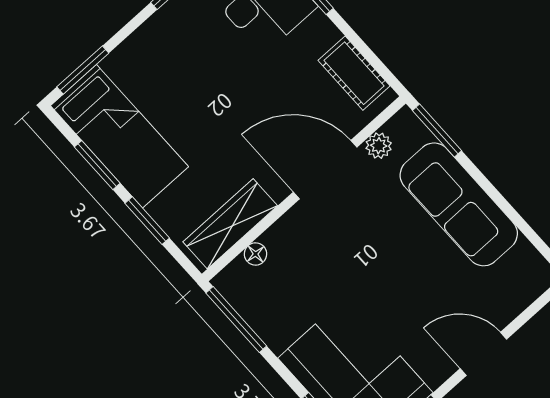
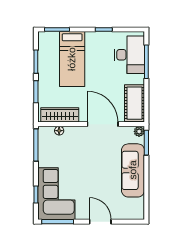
cot: (354, 73) -> (135, 103), width x1.37, depth x1.34
bed: (119, 136) -> (72, 59), moved
plant: (379, 146) -> (139, 131), moved

